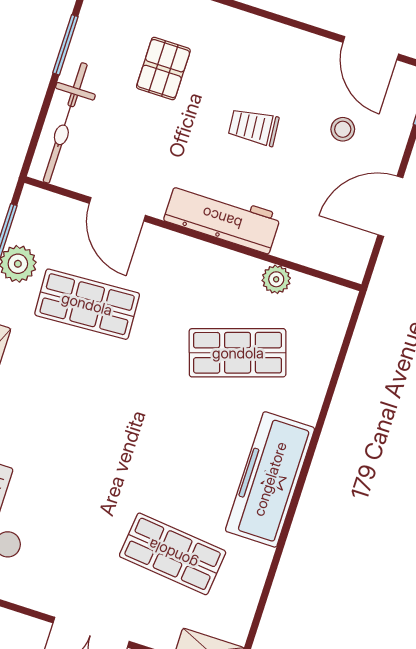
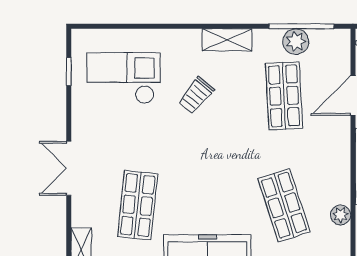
trolley: (47, 425) -> (196, 95), added

